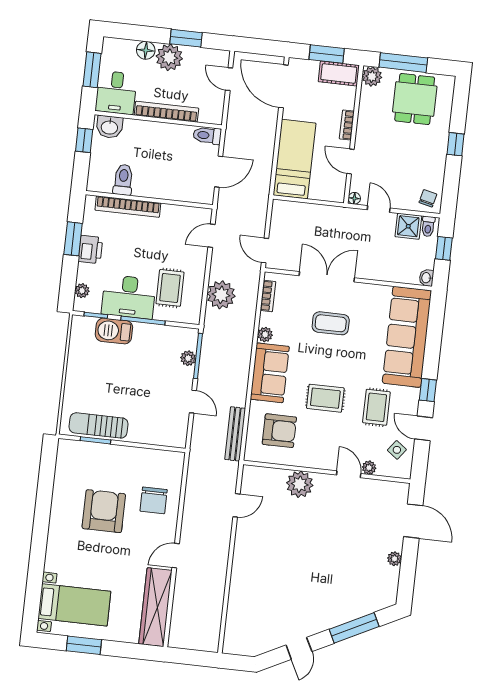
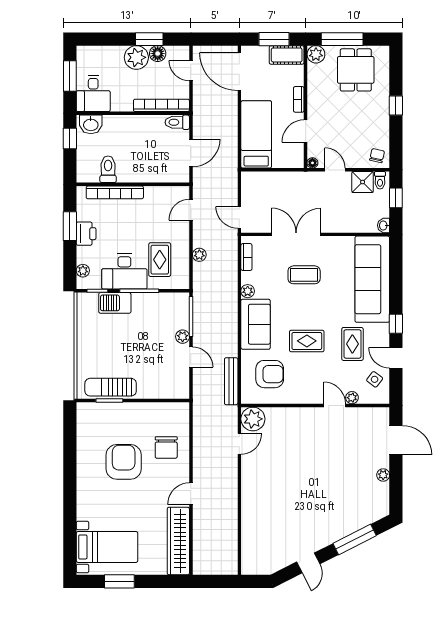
floor lamp: (146, 50) -> (158, 54), moved
bookcase: (166, 112) -> (161, 105), moved
door: (350, 161) -> (306, 131), hinge flipped
plant: (221, 295) -> (199, 255), width x0.53, depth x0.53
plant: (188, 358) -> (183, 337), moved
plant: (300, 484) -> (253, 419), moved

